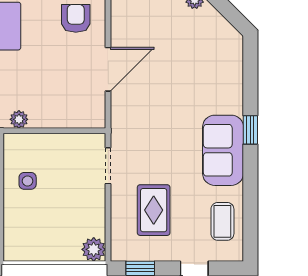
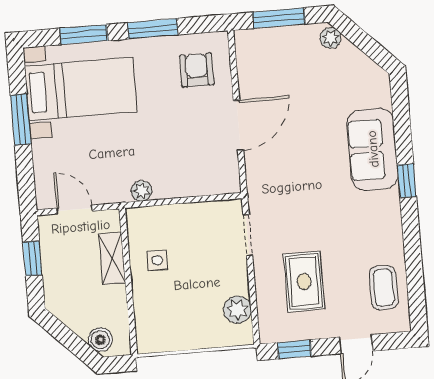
sofa: (223, 150) -> (373, 149), moved
plant: (94, 249) -> (237, 310), moved

